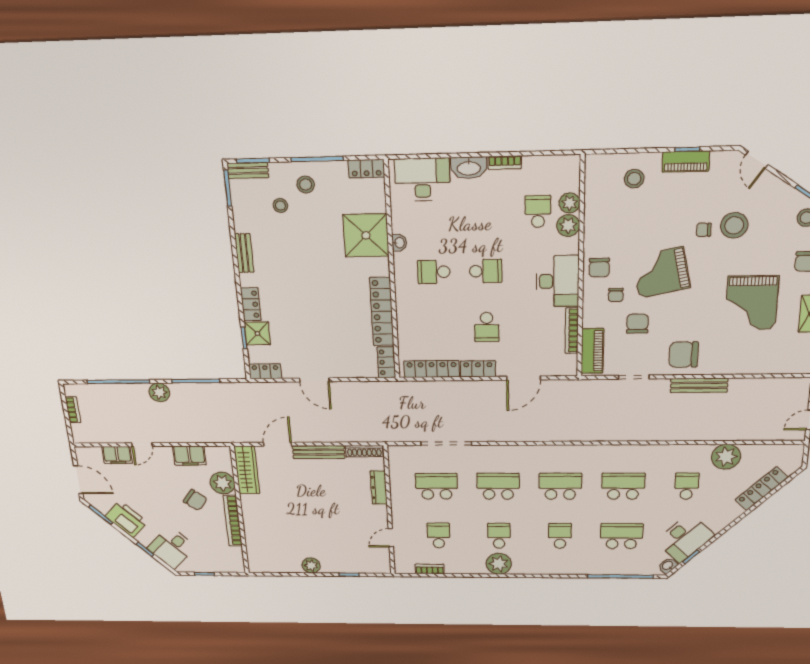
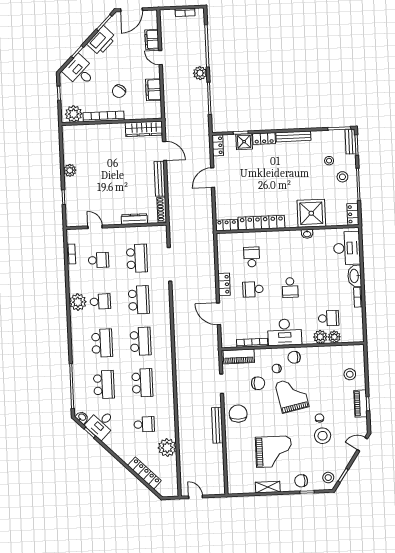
bench: (244, 253) -> (293, 136), width x1.36
school desk: (434, 272) -> (252, 257), moved
grand piano: (752, 303) -> (274, 452), turned 180
locker: (432, 369) -> (223, 254), removed
plant: (223, 483) -> (74, 114), moved
school desk: (560, 536) -> (102, 343), width x1.85
desk: (685, 538) -> (101, 424), width x0.73

